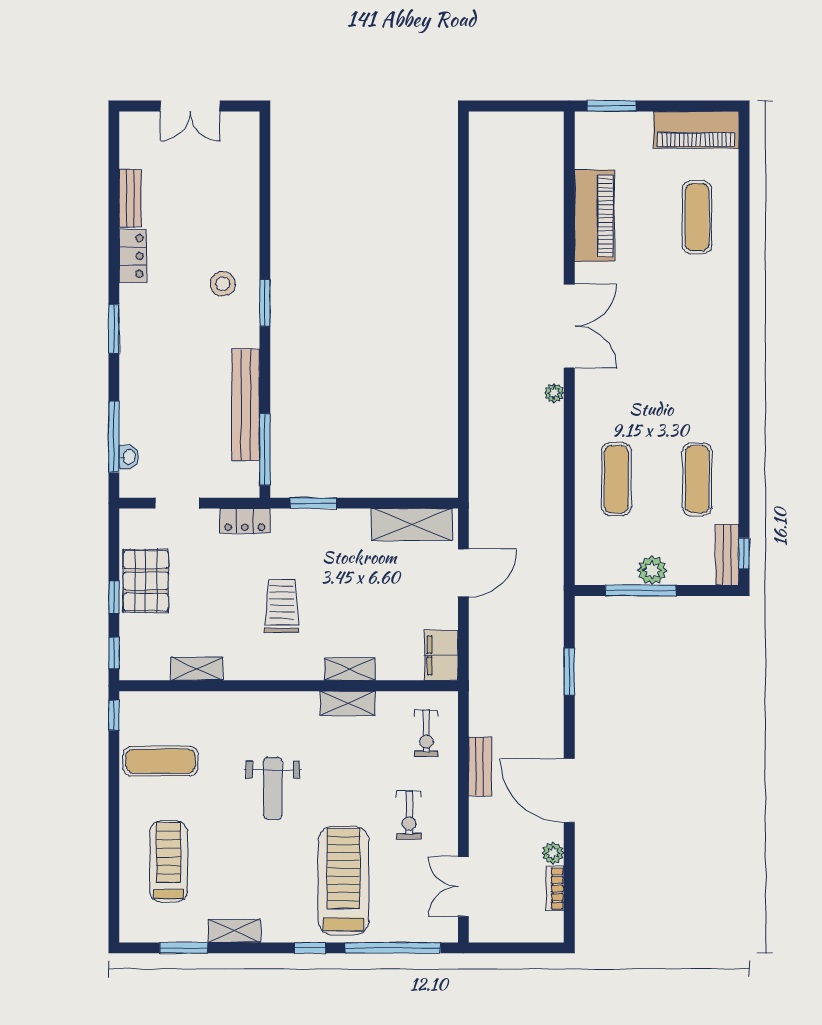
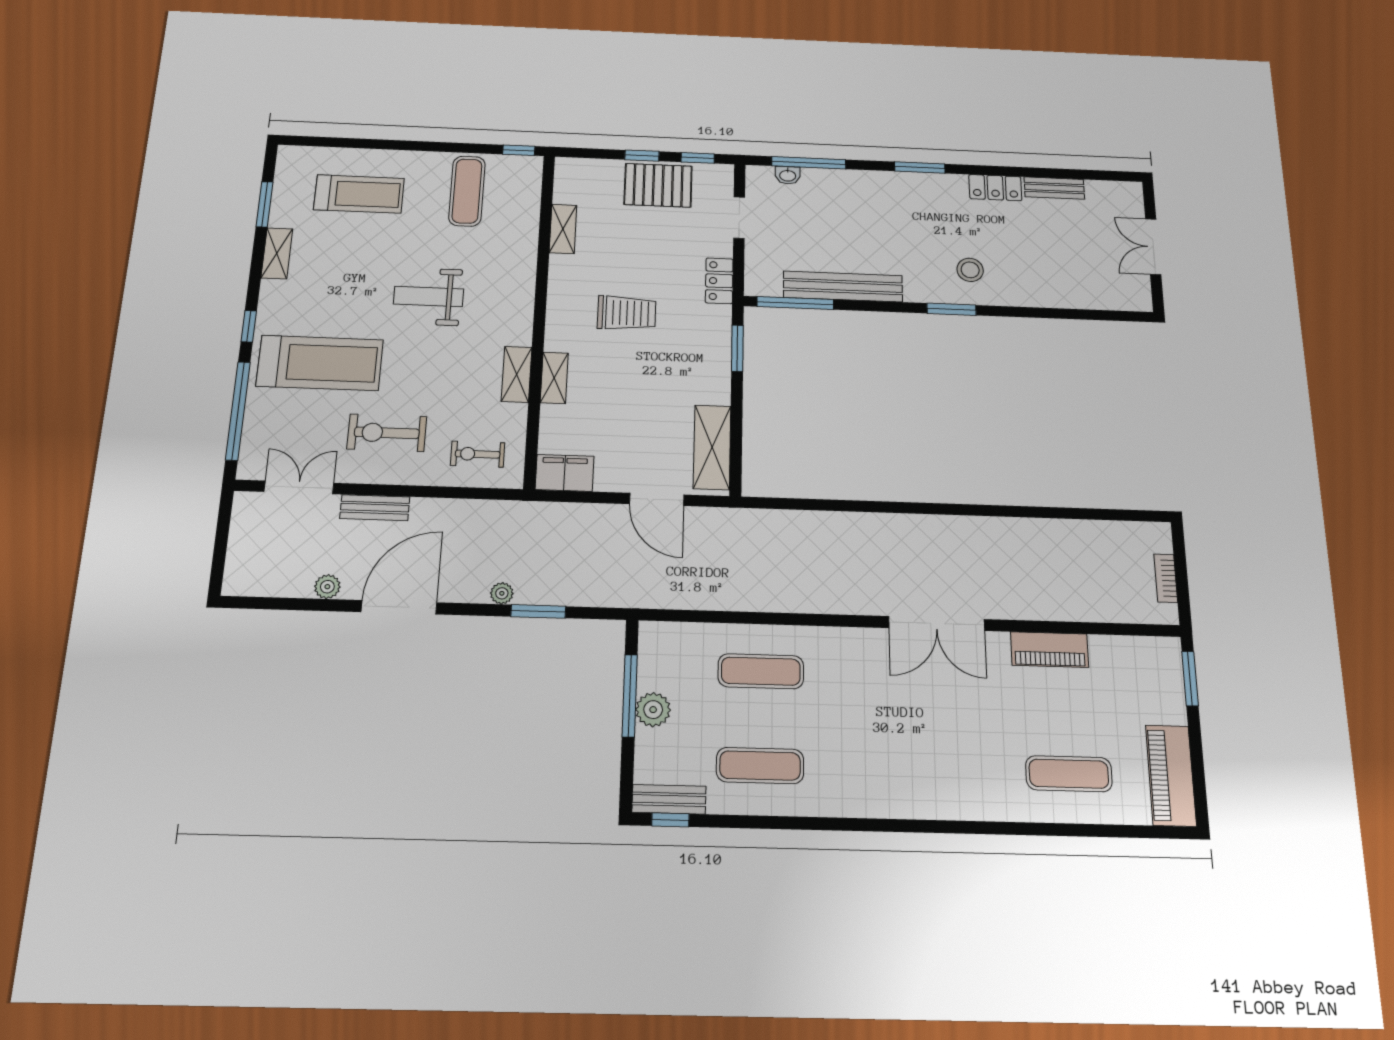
piano: (594, 216) -> (1050, 650), width x0.73, depth x0.75
plant: (554, 393) -> (502, 593), moved
window: (114, 653) -> (698, 158), moved
bench: (480, 766) -> (375, 508), moved
exercise bike: (409, 815) -> (387, 433), width x1.38, depth x1.39
bookcase: (555, 888) -> (1166, 578), moved, turned -90

